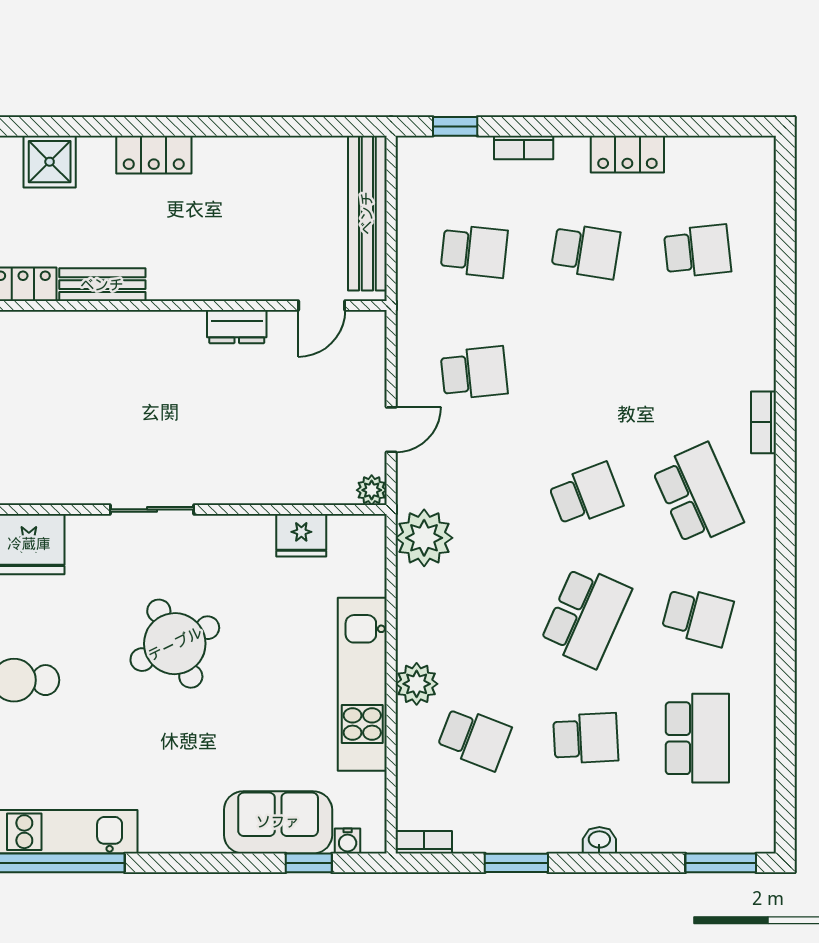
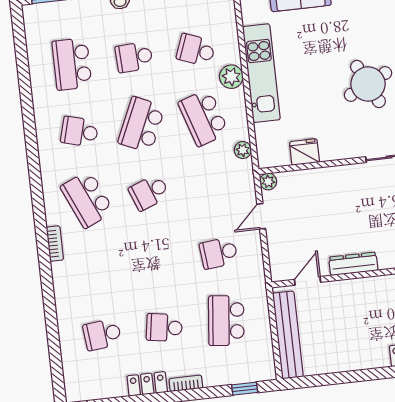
bookcase: (524, 147) -> (186, 383), moved
school desk: (474, 251) -> (226, 321), width x1.85
dresser: (237, 327) -> (353, 264), width x1.44
plant: (424, 538) -> (243, 150), width x0.53, depth x0.53
school desk: (474, 616) -> (203, 118), added

